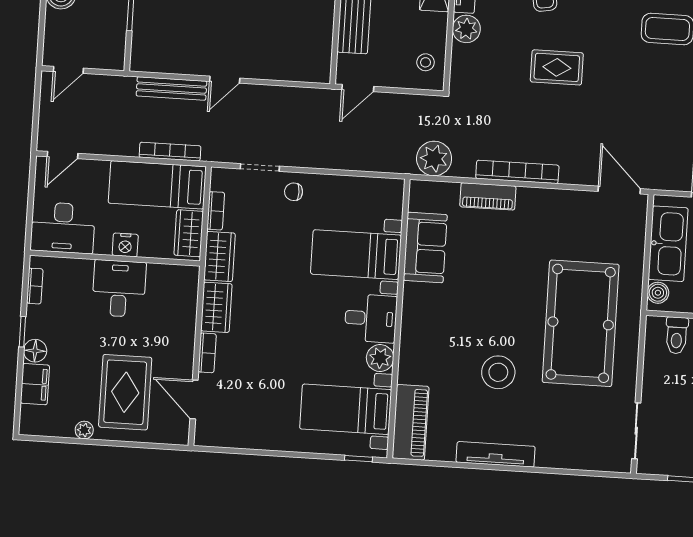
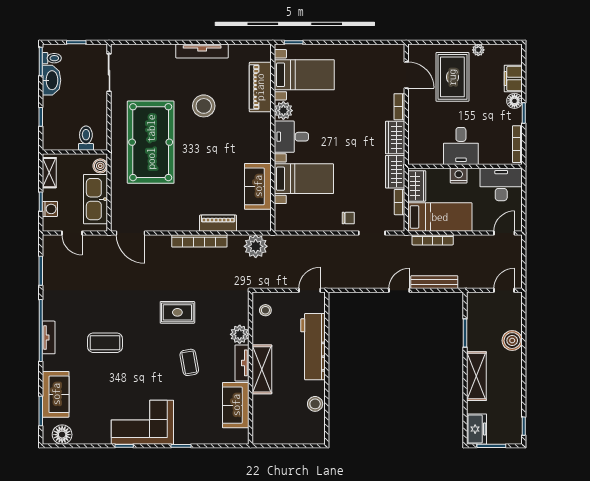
bookcase: (35, 286) -> (517, 144), width x1.56
piano: (411, 422) -> (260, 87), moved

